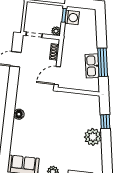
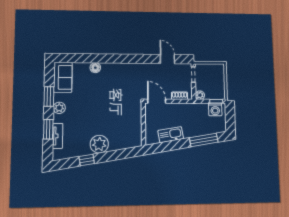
window: (103, 62) -> (204, 140), moved
floor lamp: (19, 114) -> (95, 68), moved
window: (105, 122) -> (87, 160), moved

